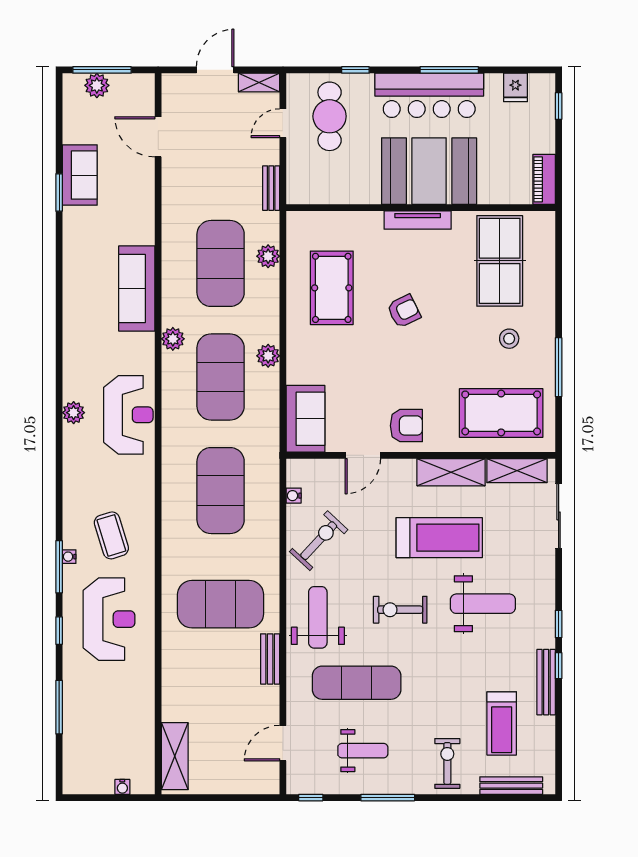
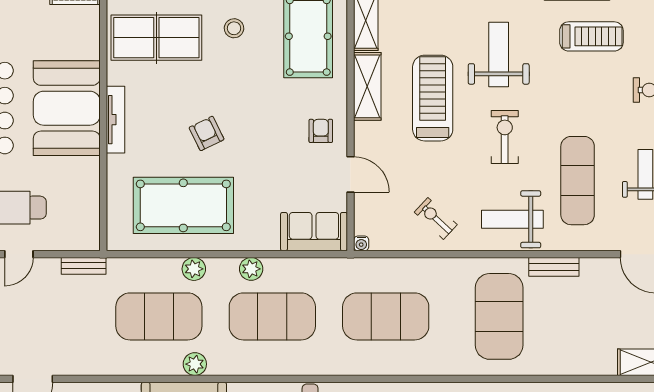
door: (283, 123) -> (19, 254), hinge flipped
plant: (268, 256) -> (194, 269), moved
pool table: (332, 288) -> (183, 205), width x1.36, depth x1.32
plant: (173, 339) -> (195, 364), moved
armchair: (406, 426) -> (321, 131), width x0.72, depth x0.72
water cooler: (294, 496) -> (361, 243), moved
exercise bike: (319, 541) -> (436, 218), width x0.73, depth x0.72
exercise bike: (400, 610) -> (505, 137), turned 180
treadmill: (502, 723) -> (591, 36), moved

